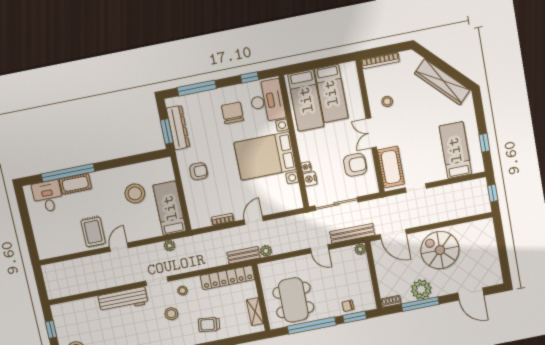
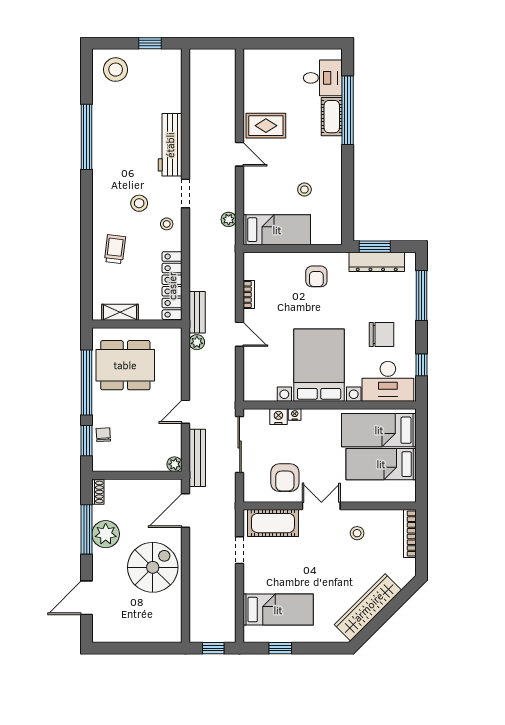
stool: (135, 193) -> (304, 189), width x0.53, depth x0.53

